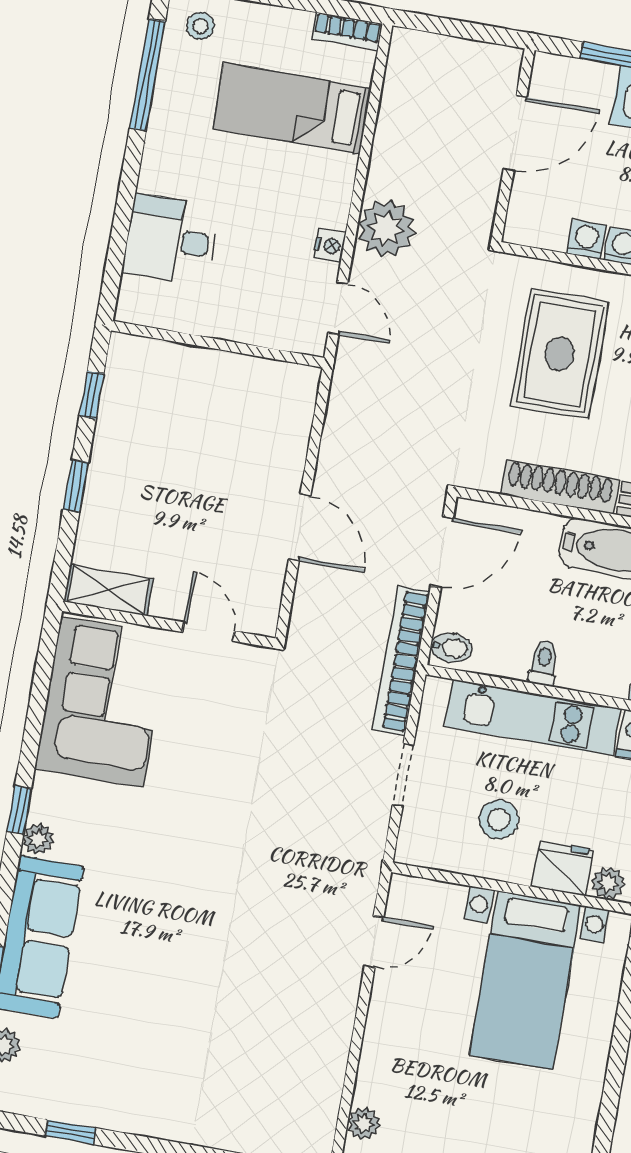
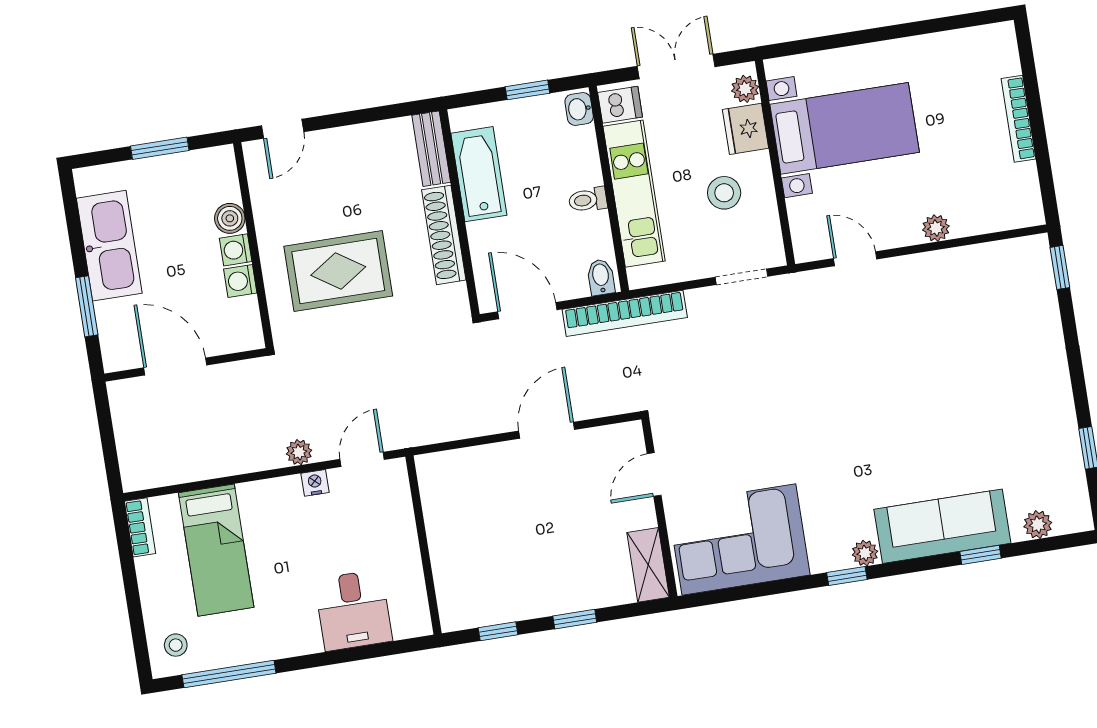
plant: (386, 229) -> (299, 452), width x0.53, depth x0.53
doorway: (403, 775) -> (742, 277), moved
plant: (364, 1123) -> (936, 228), moved

